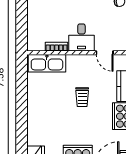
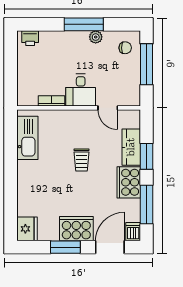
kitchen sink: (47, 63) -> (27, 138), moved, turned -90

